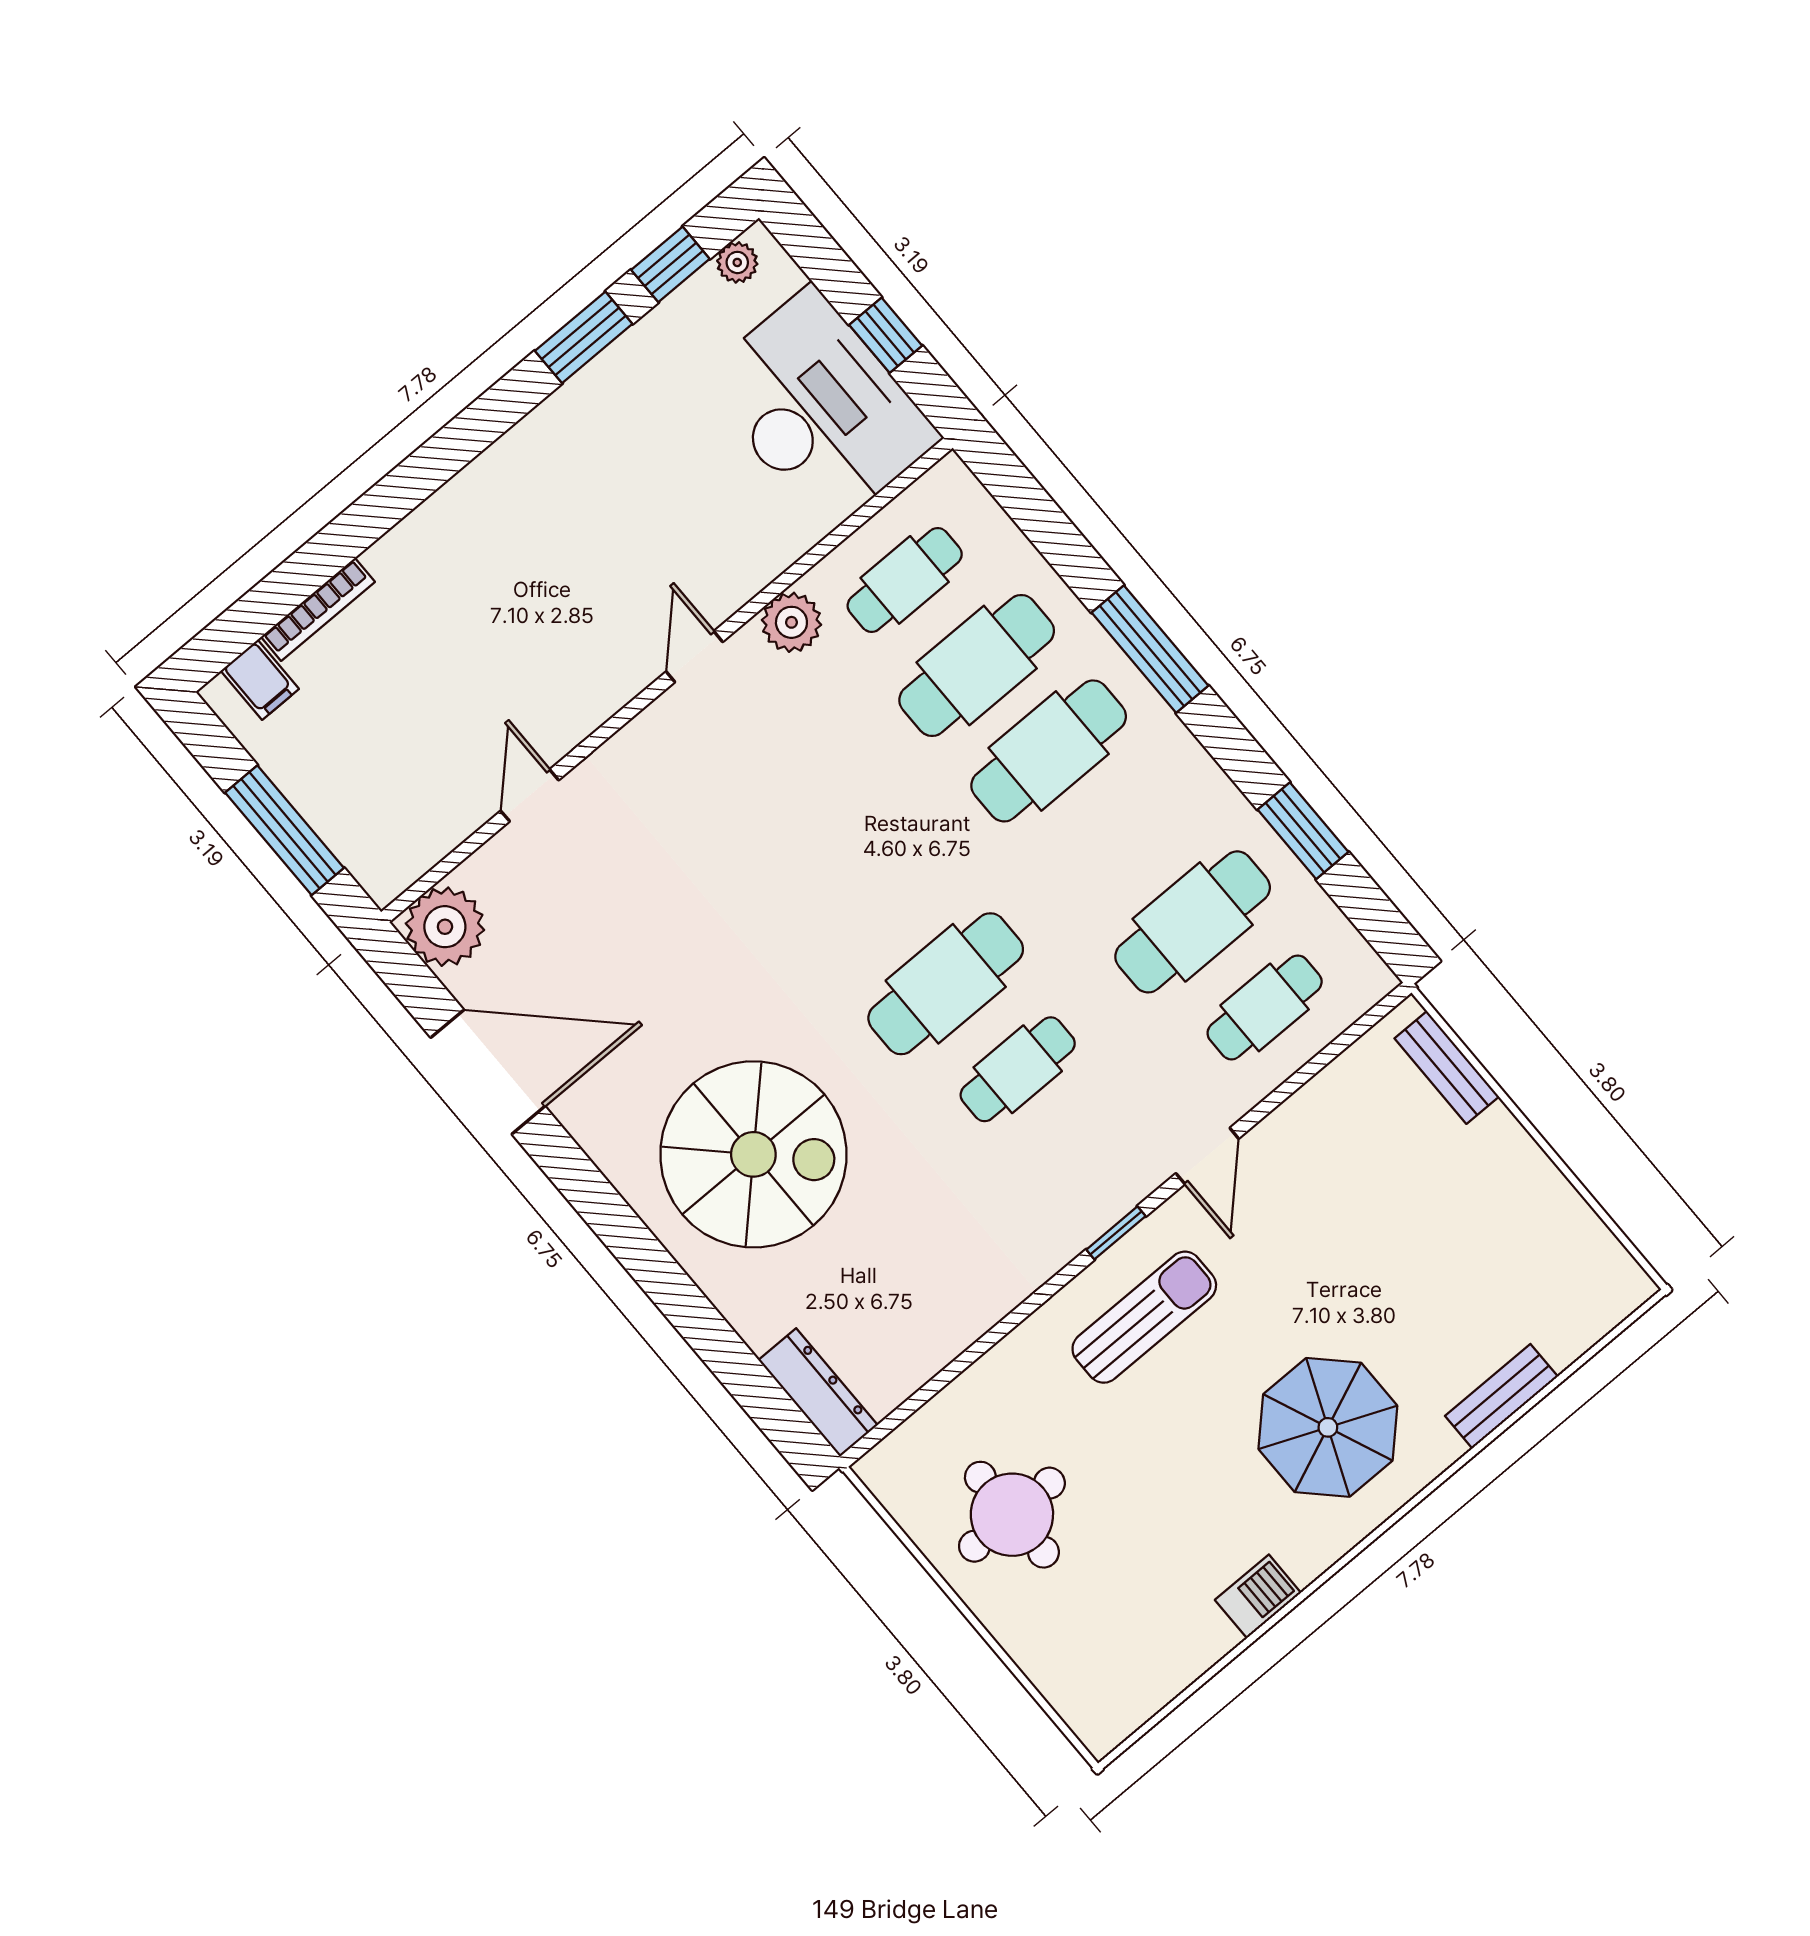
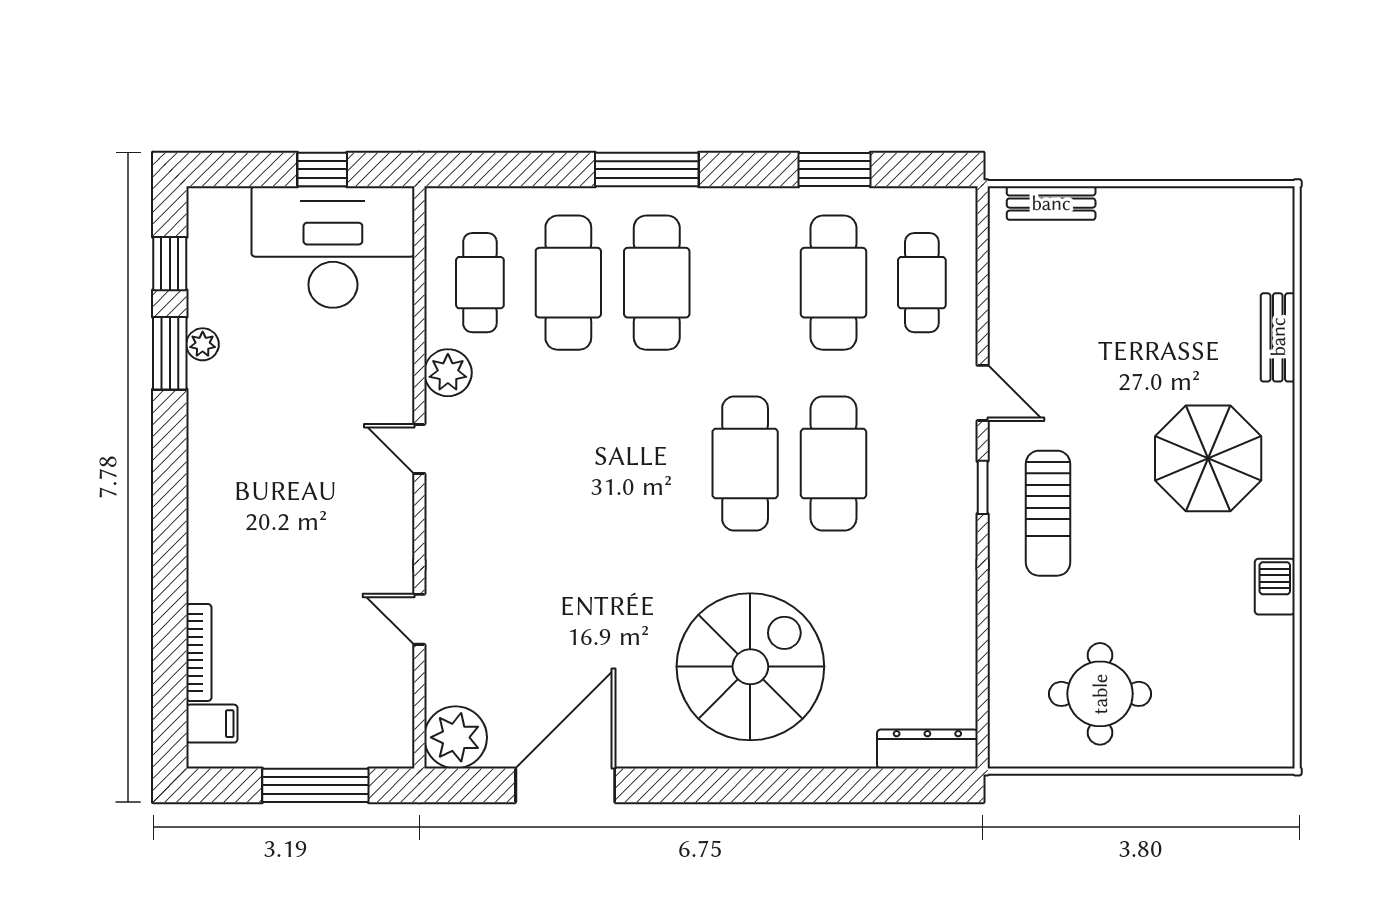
plant: (737, 262) -> (203, 344), moved
cafe table: (1018, 1069) -> (833, 464), width x1.37, depth x1.35
sun lounger: (1144, 1317) -> (1048, 513), turned 180

